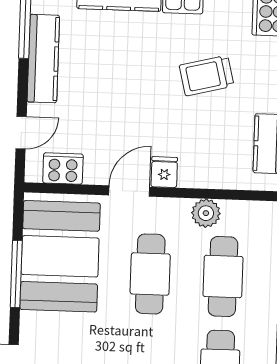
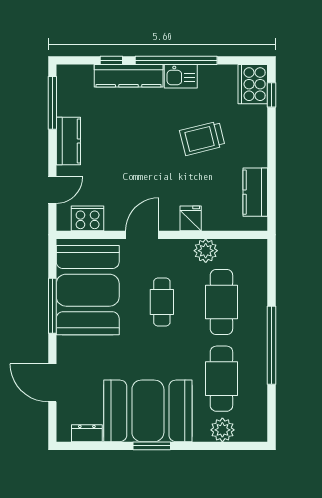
kitchen counter: (43, 59) -> (68, 141), width x0.67
fridge: (164, 172) -> (191, 218), moved
cafe table: (150, 274) -> (162, 302), width x0.73, depth x0.74

